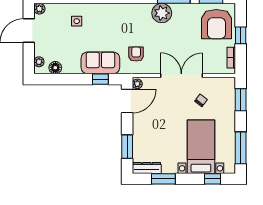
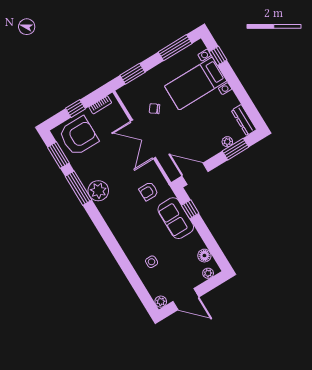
plant: (137, 84) -> (227, 142), moved
window: (163, 179) -> (245, 99), removed

